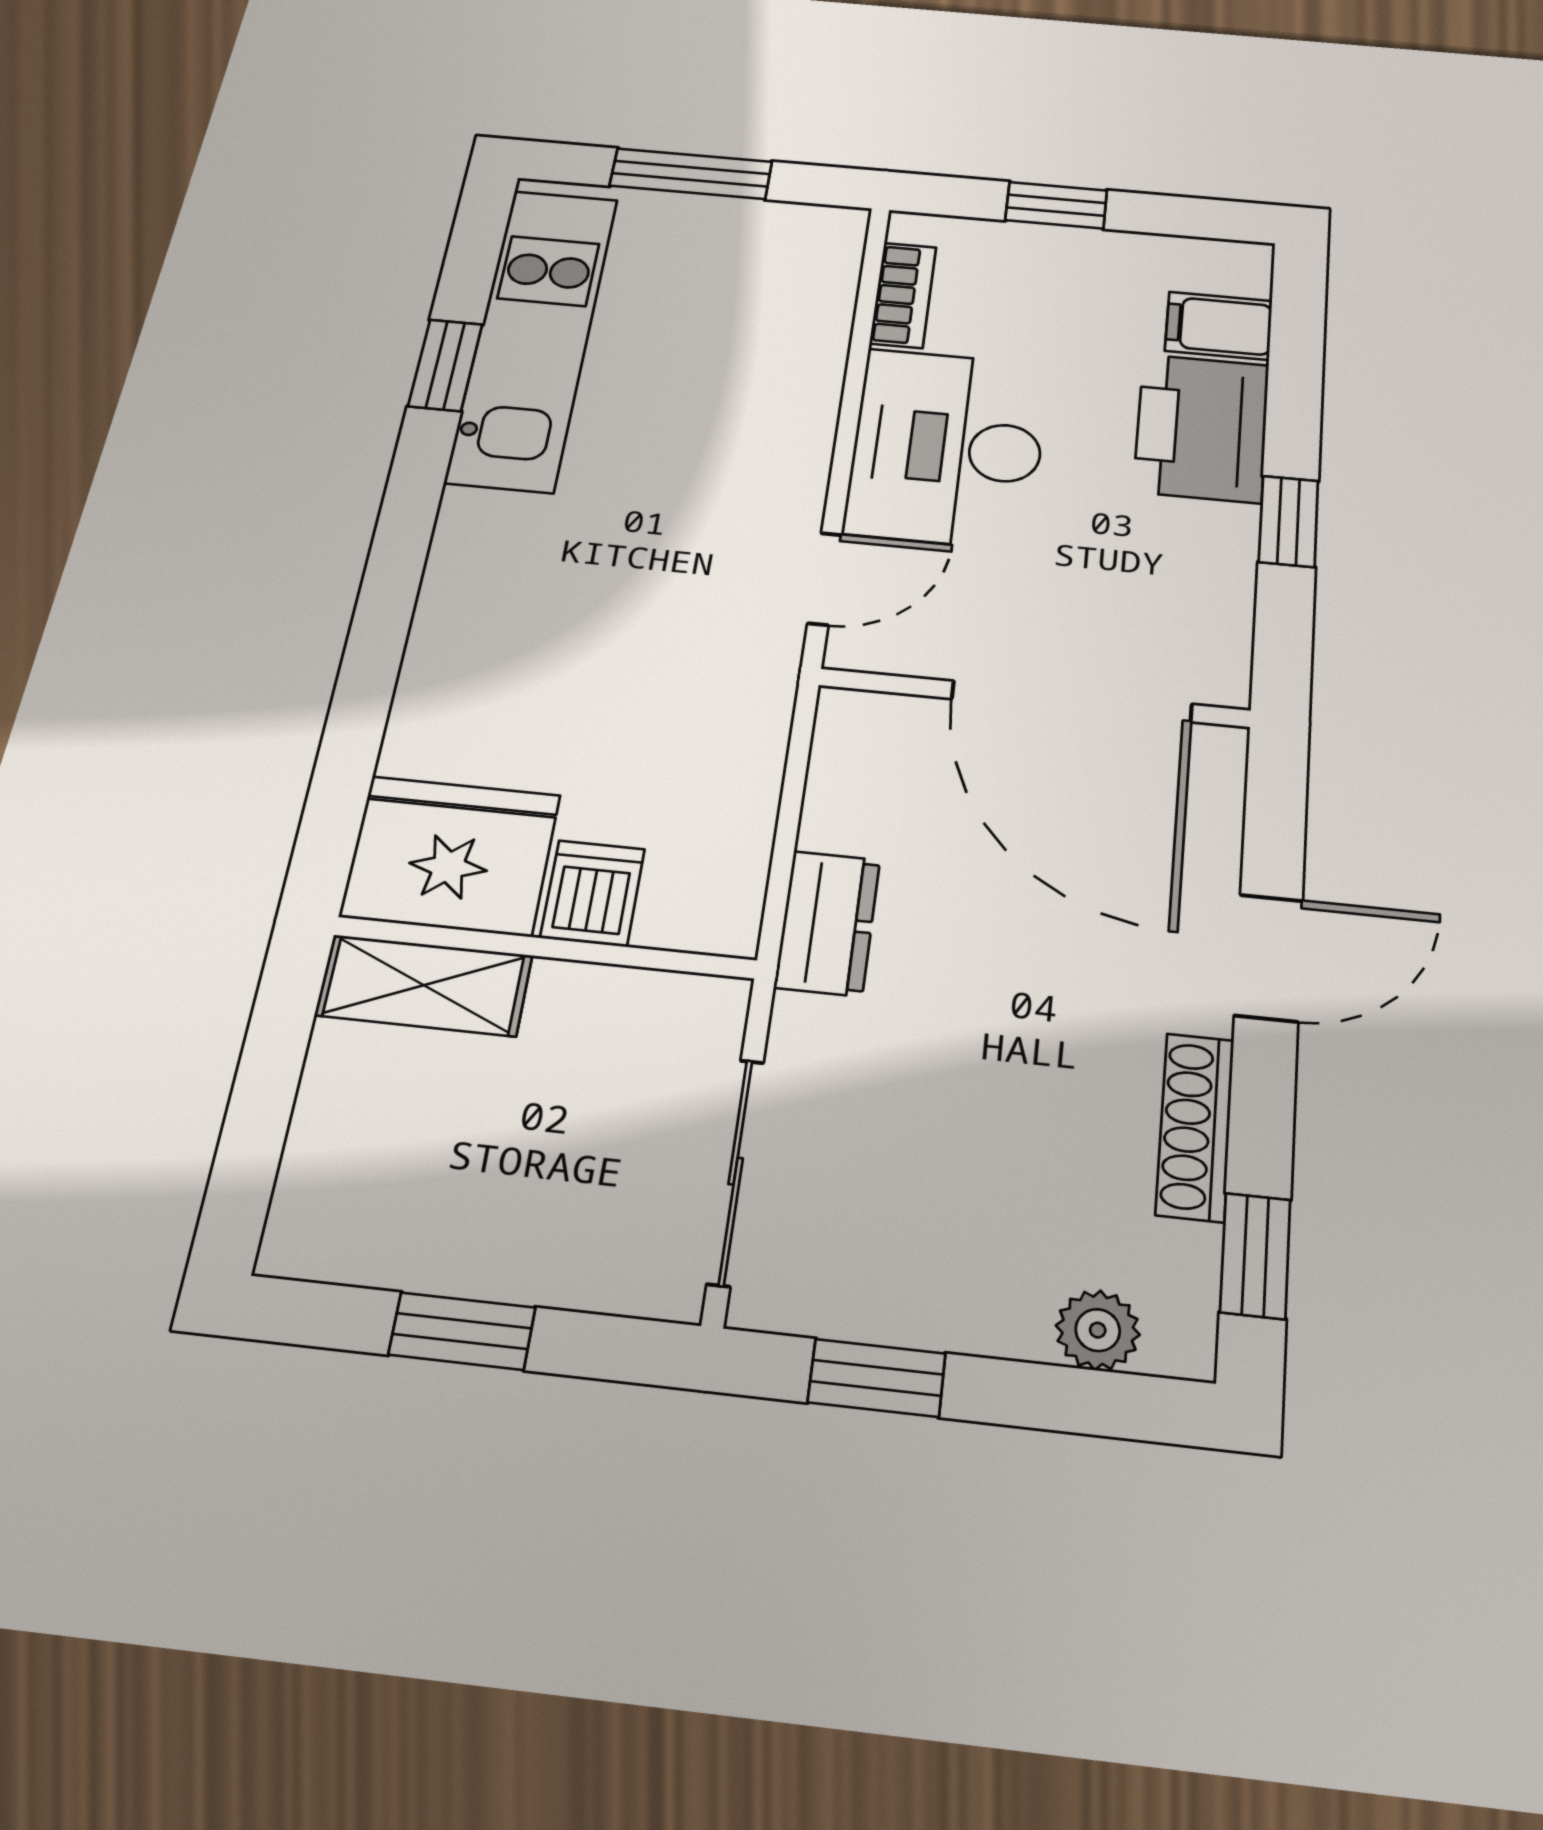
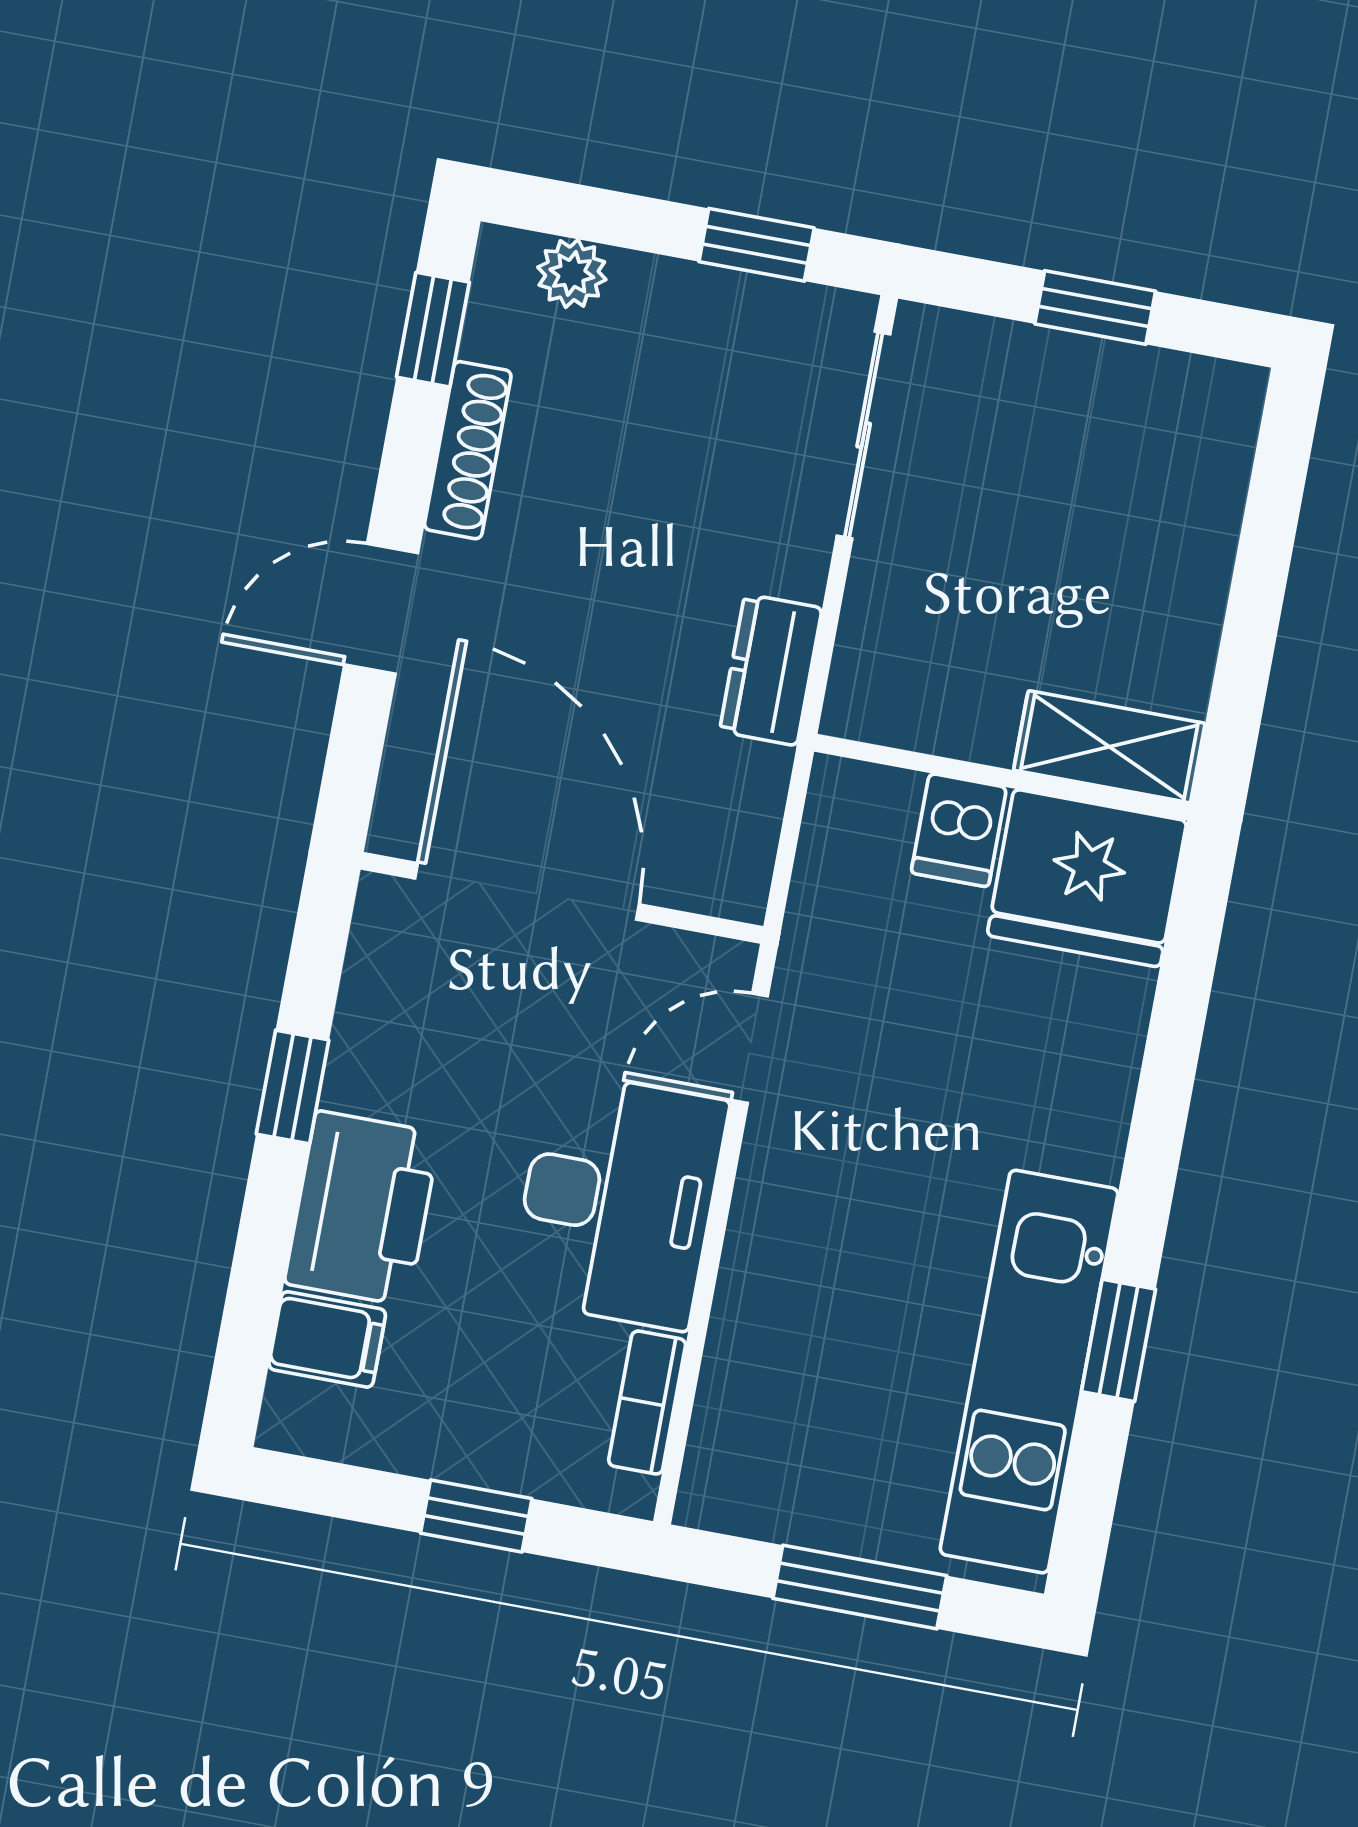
fridge: (451, 856) -> (1087, 878), moved
dishwasher: (593, 893) -> (959, 830), moved
wall: (545, 948) -> (1002, 777), moved
shelving: (424, 985) -> (1109, 747), moved

